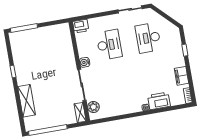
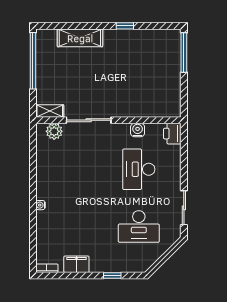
desk: (148, 38) -> (139, 226), turned 180
desk: (109, 45) -> (139, 169), turned 90
water cooler: (85, 62) -> (138, 130), moved
printer: (159, 101) -> (47, 226), removed

